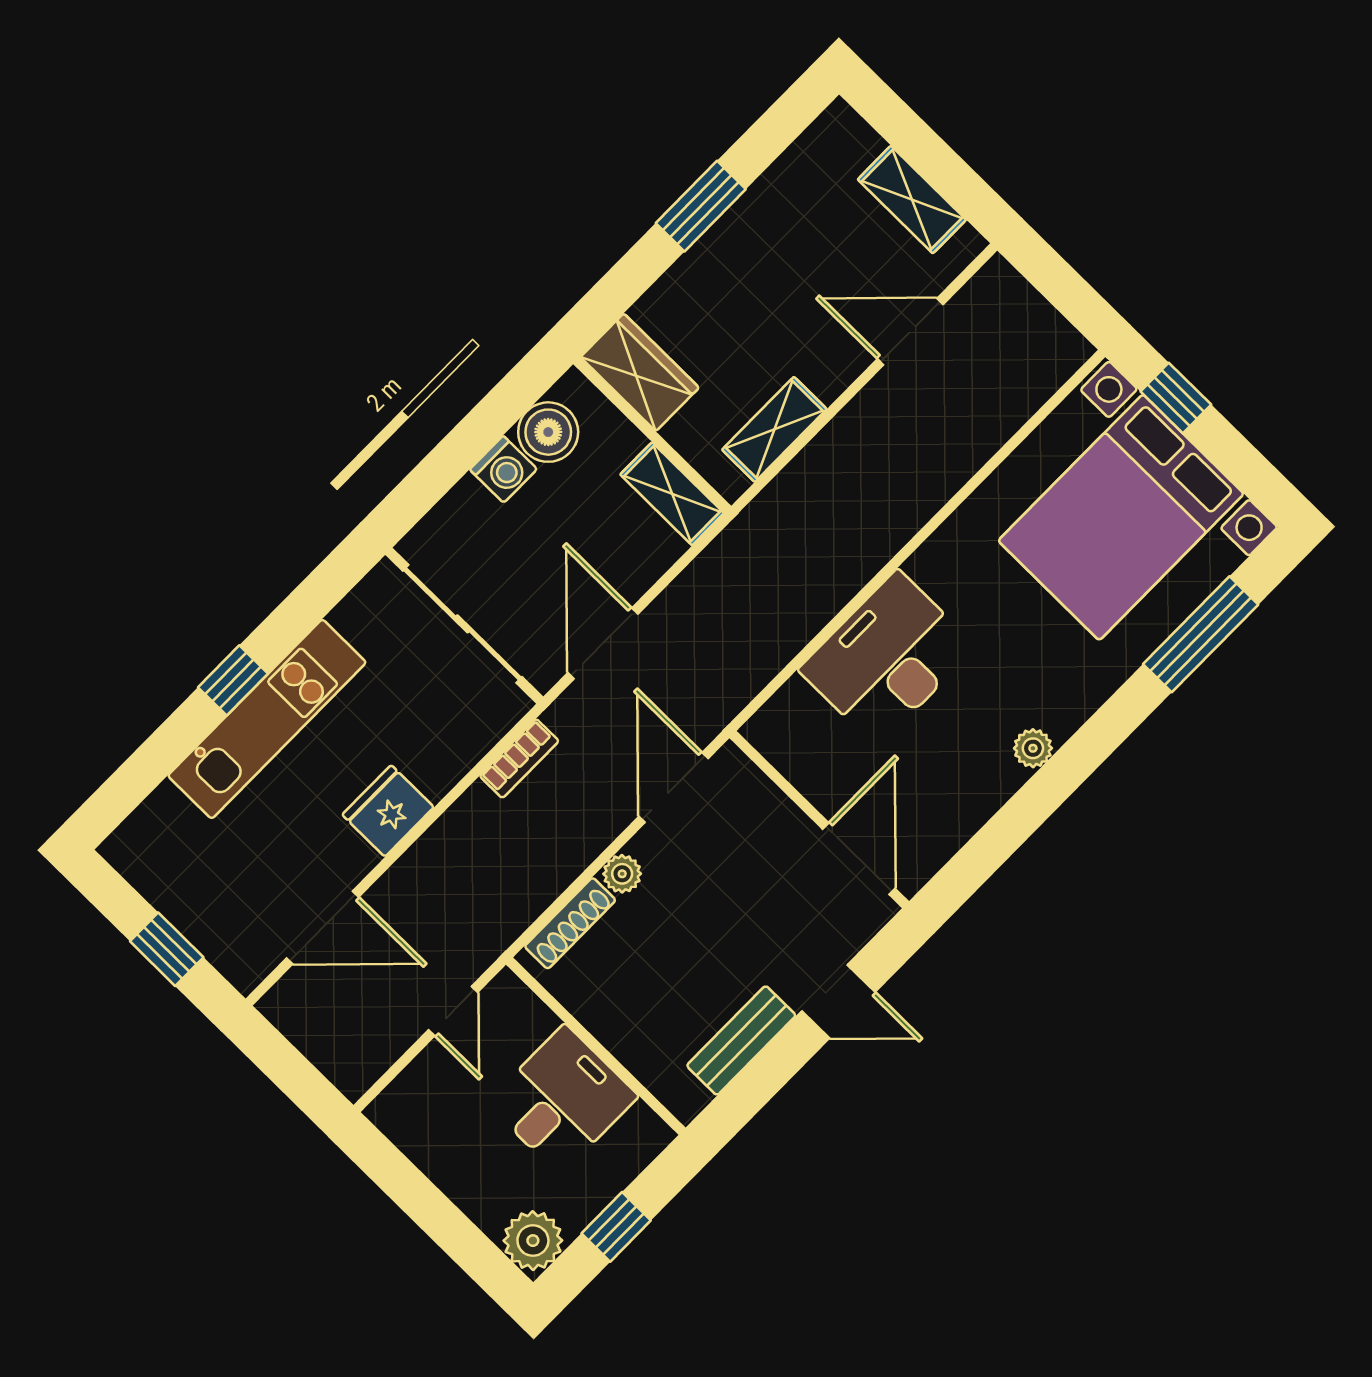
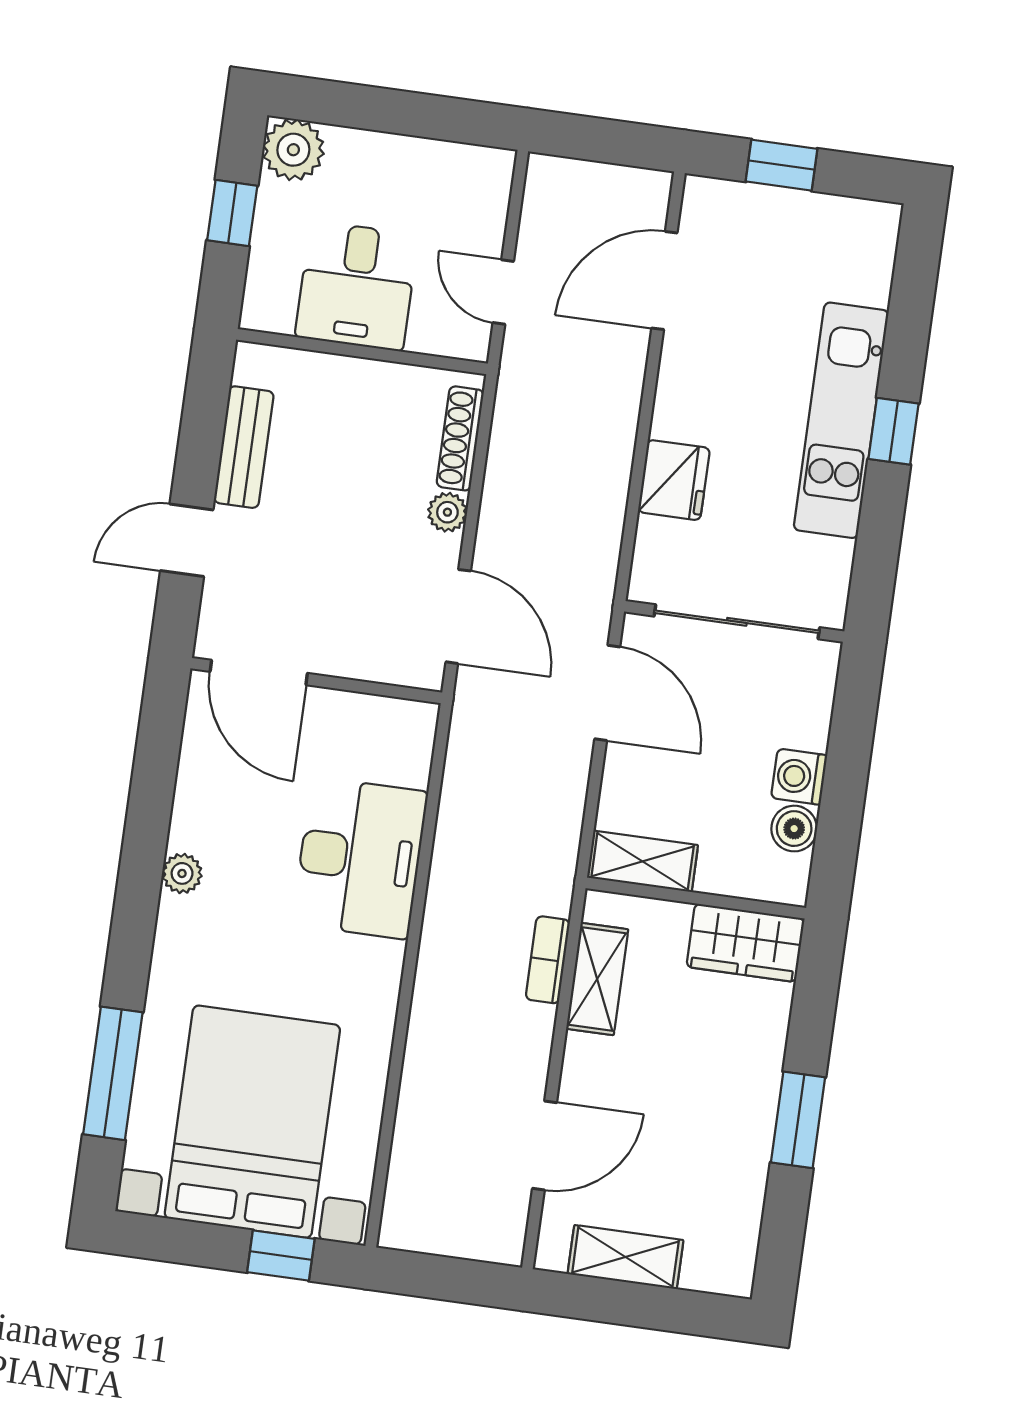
boiler: (548, 432) -> (794, 829), width x0.73, depth x0.73
bookcase: (519, 758) -> (548, 960), moved
fridge: (388, 811) -> (674, 480), moved

